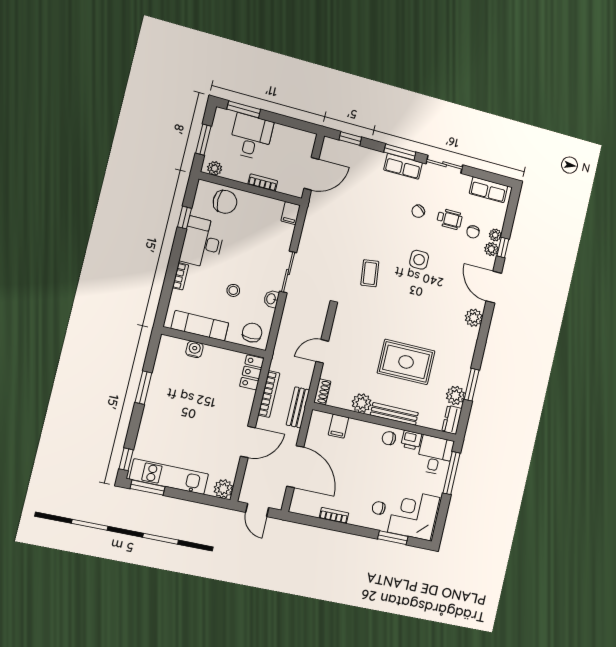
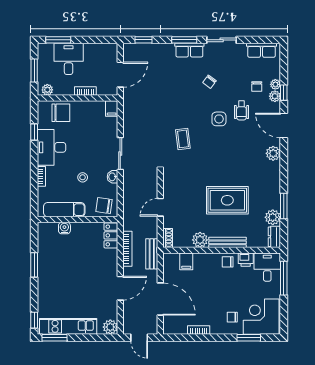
wheelchair: (450, 219) -> (241, 110), moved, turned 90
chair: (252, 333) -> (104, 206), turned -82

